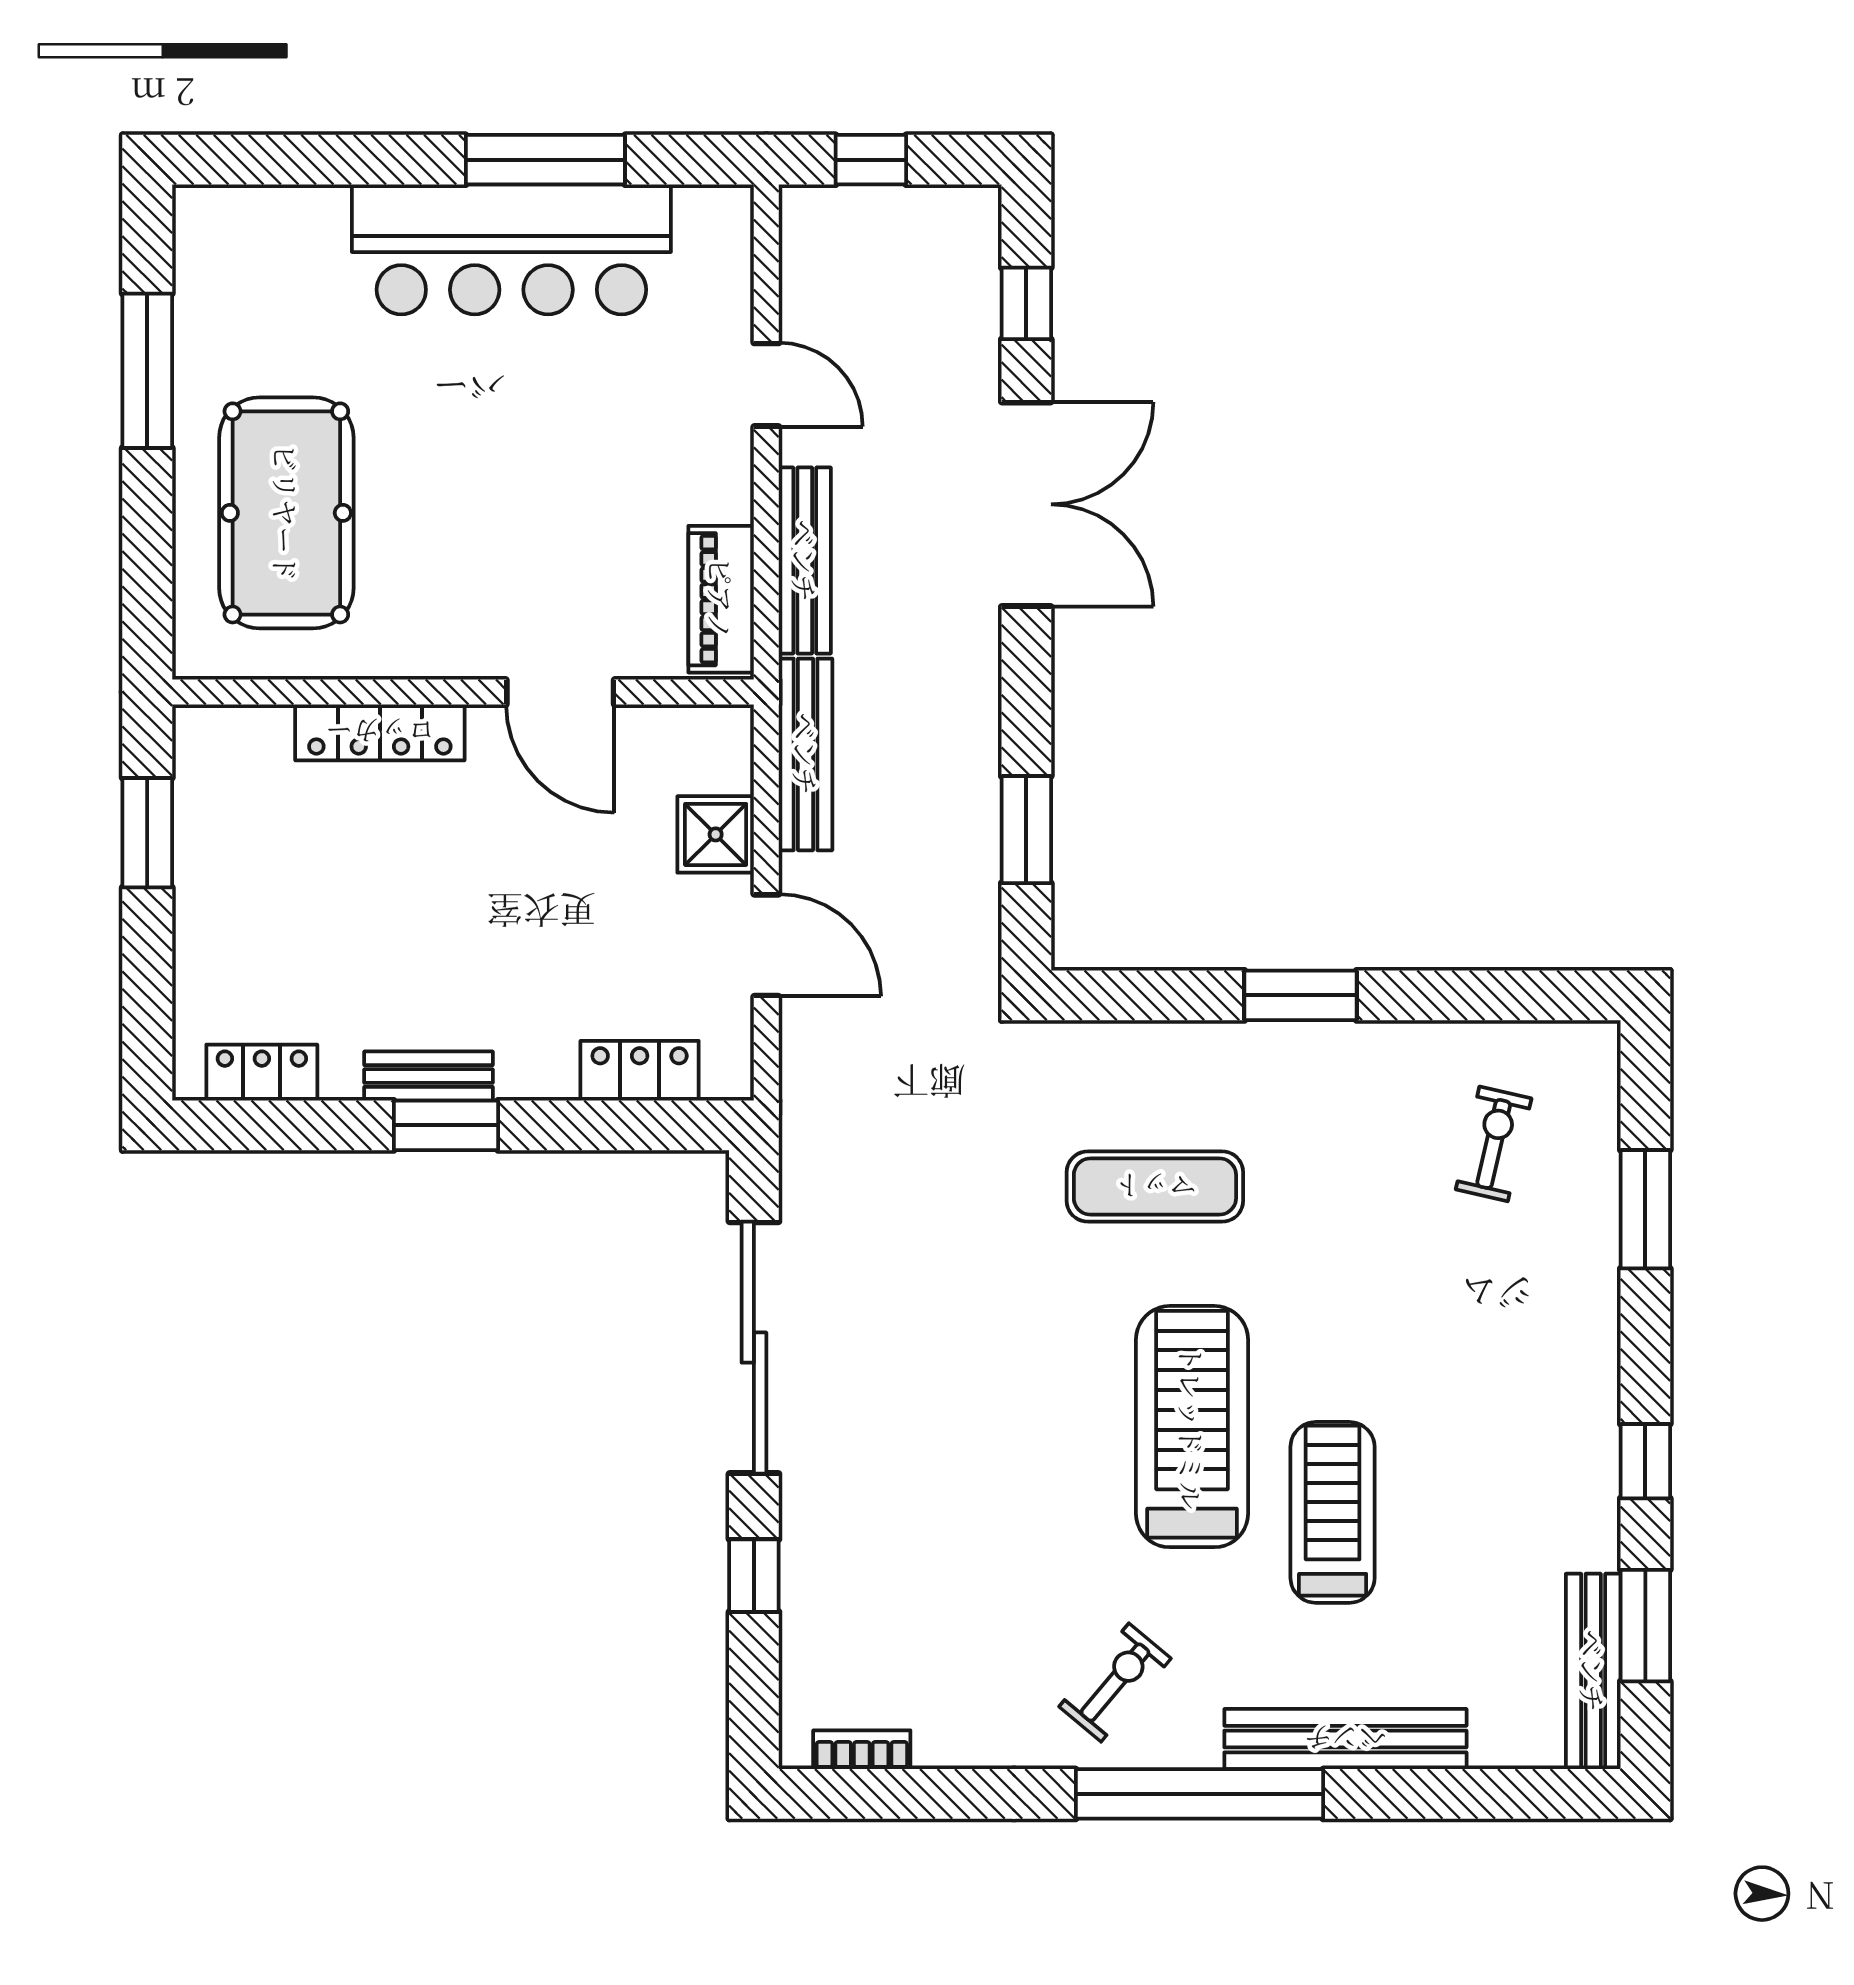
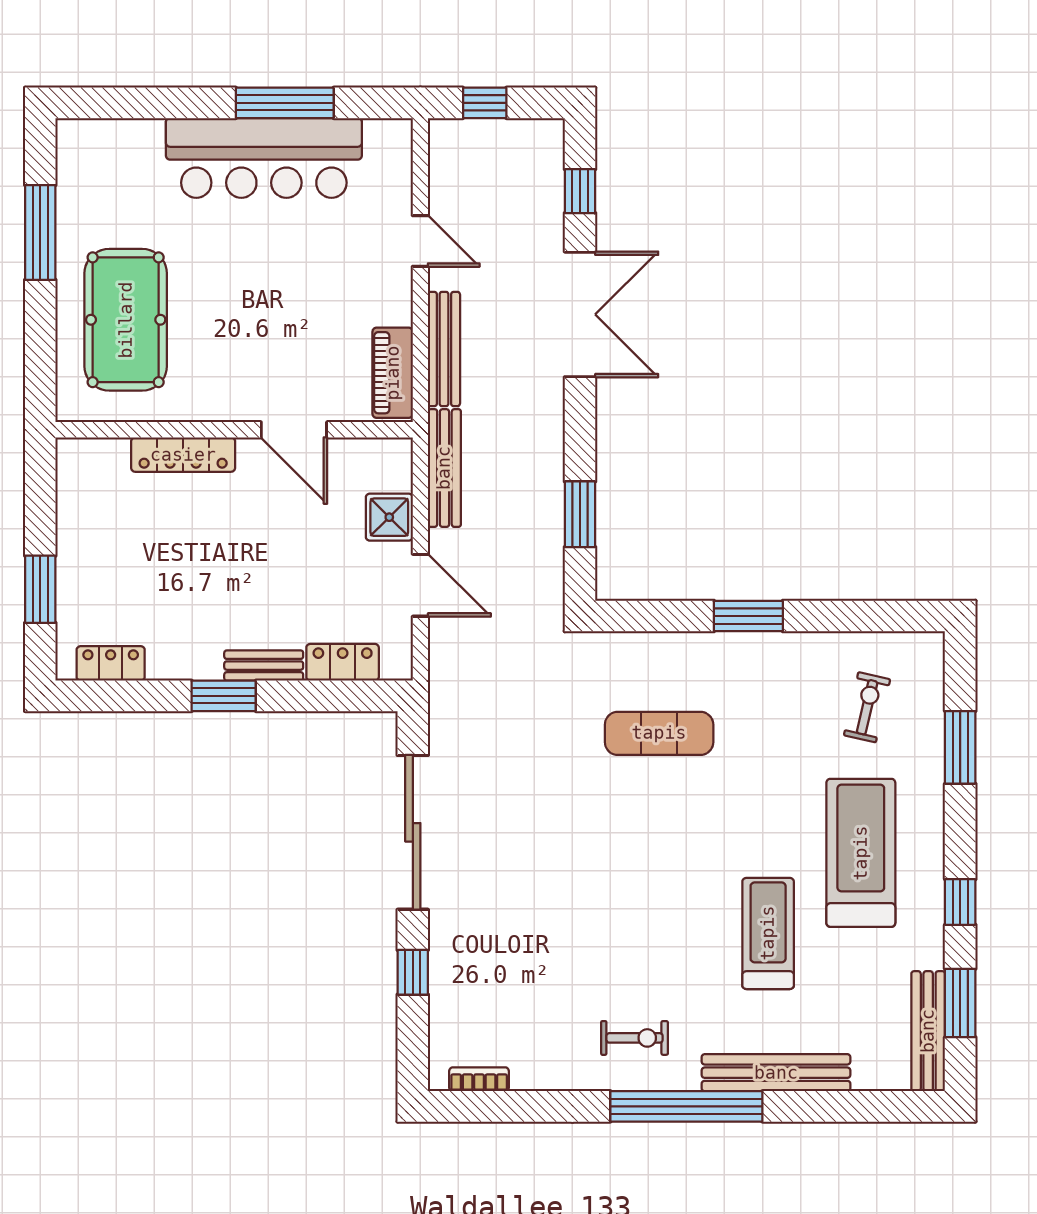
window: (147, 833) -> (40, 589), moved
bench: (429, 1076) -> (264, 666), moved
treadmill: (1192, 1427) -> (861, 853), moved
exercise bike: (1115, 1682) -> (635, 1038), turned 50

